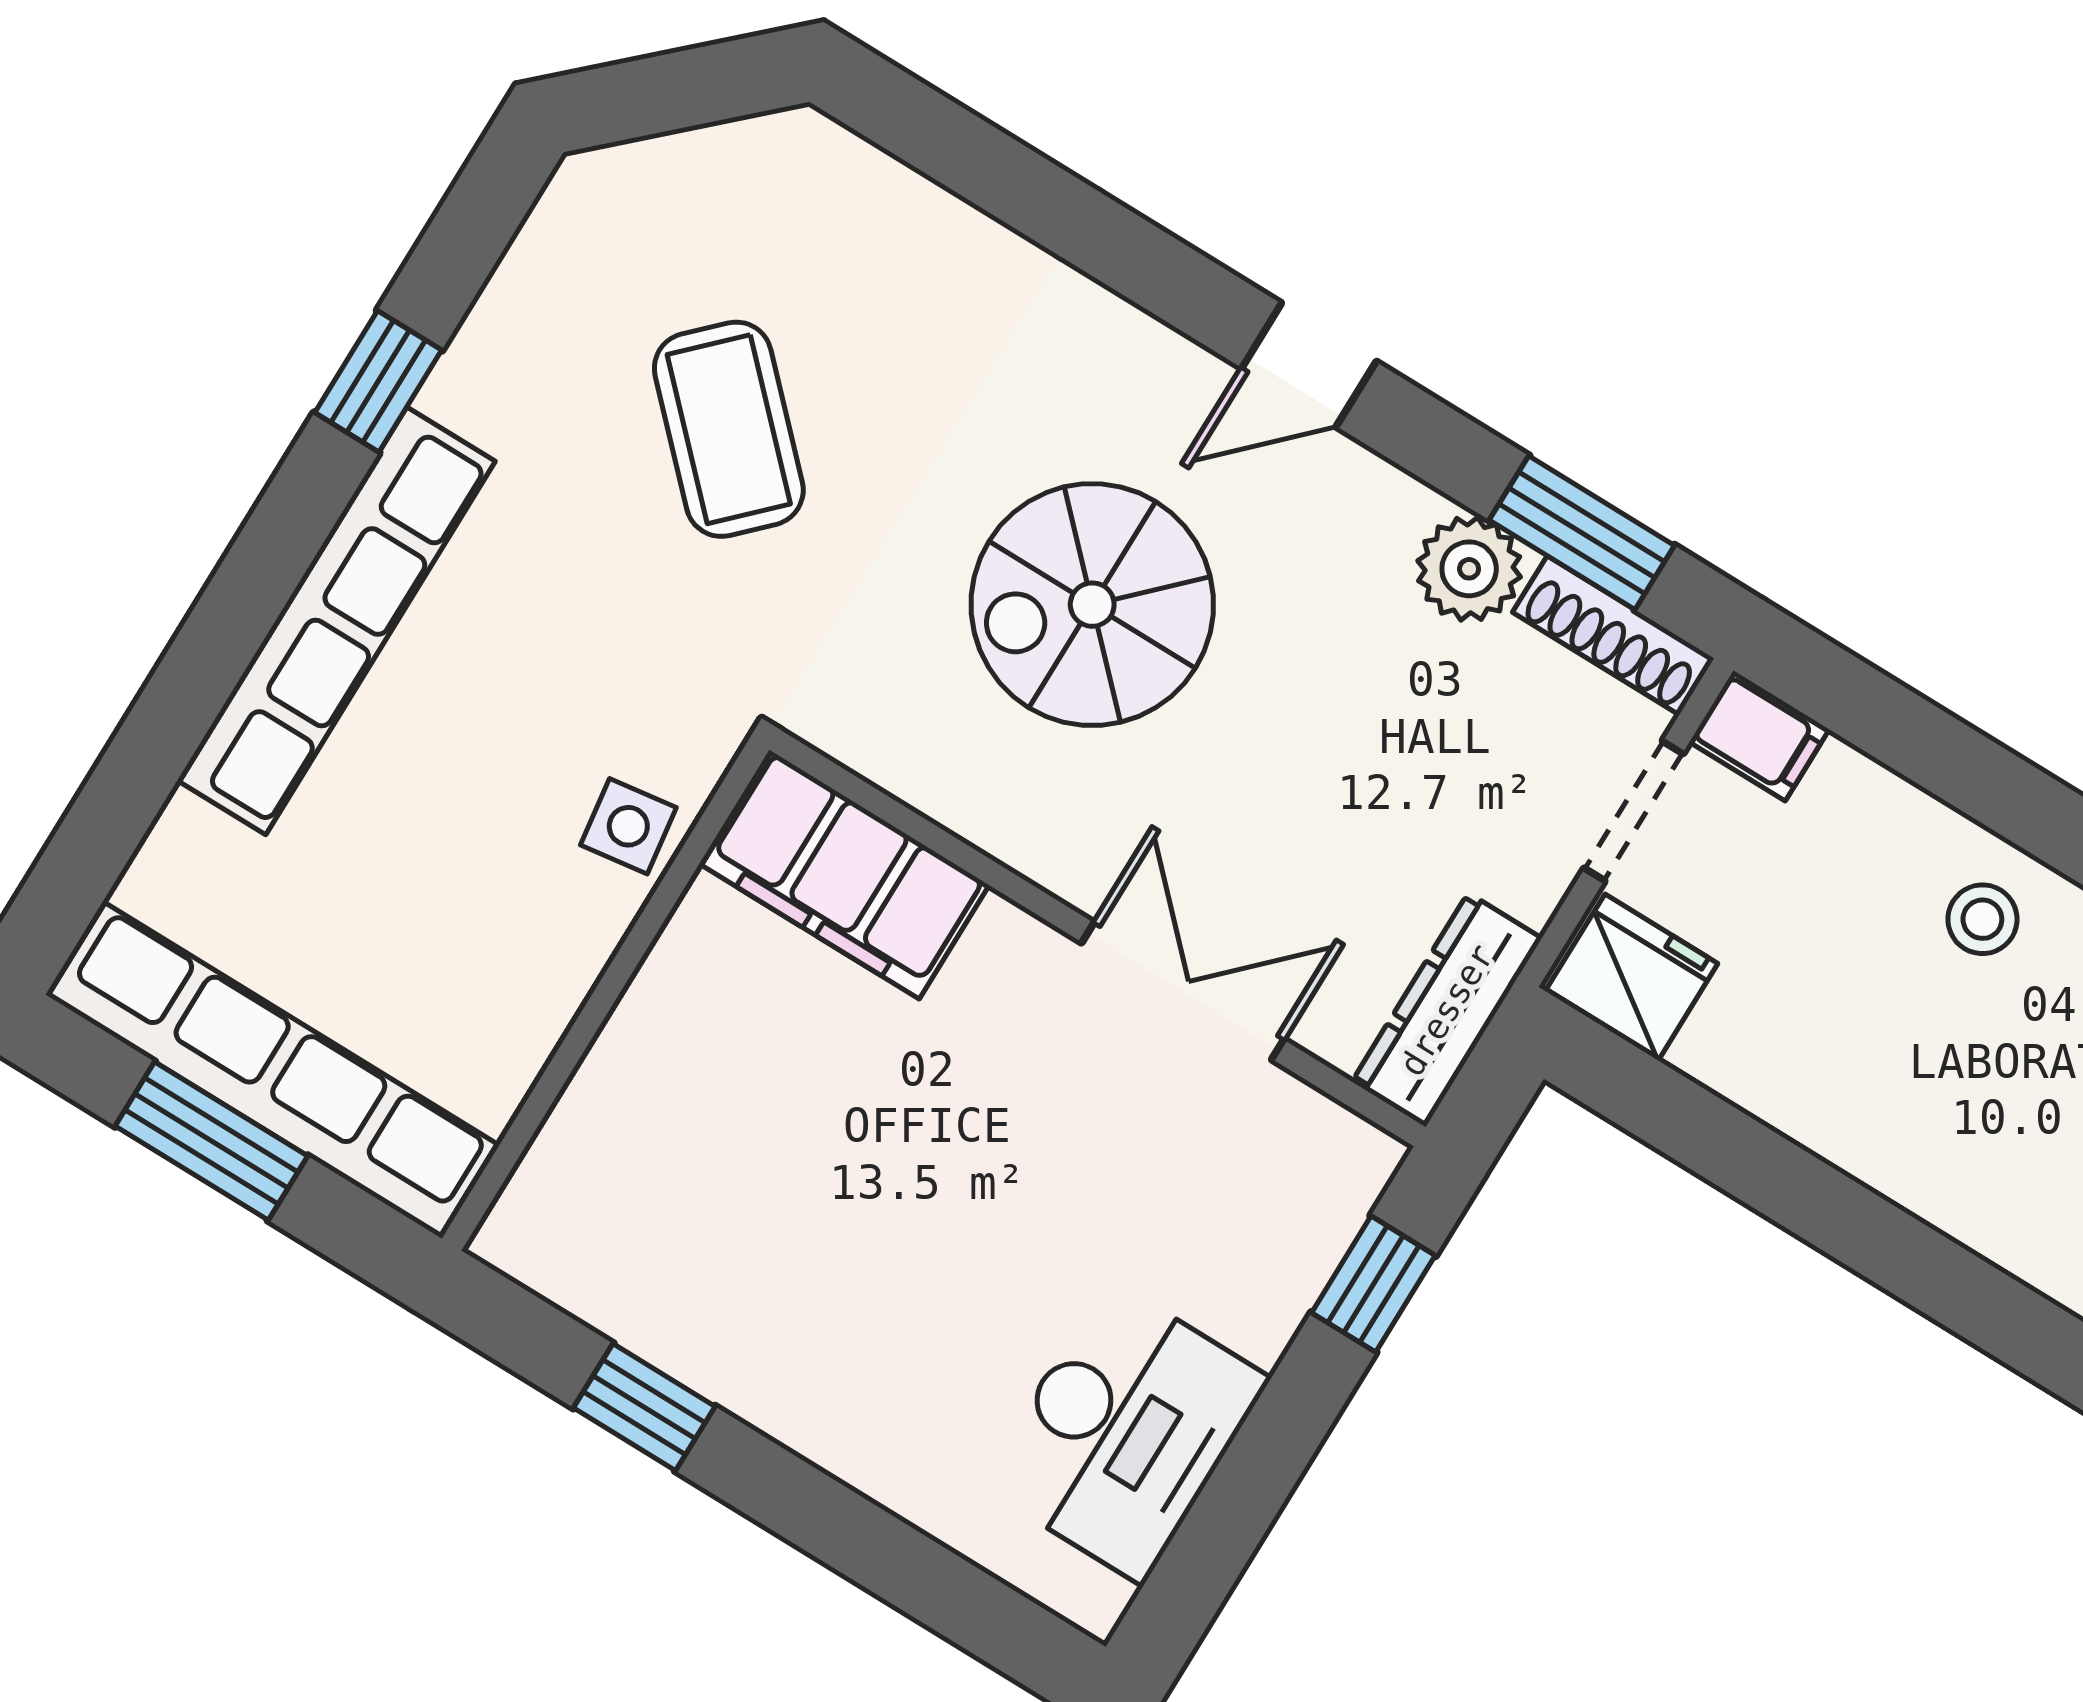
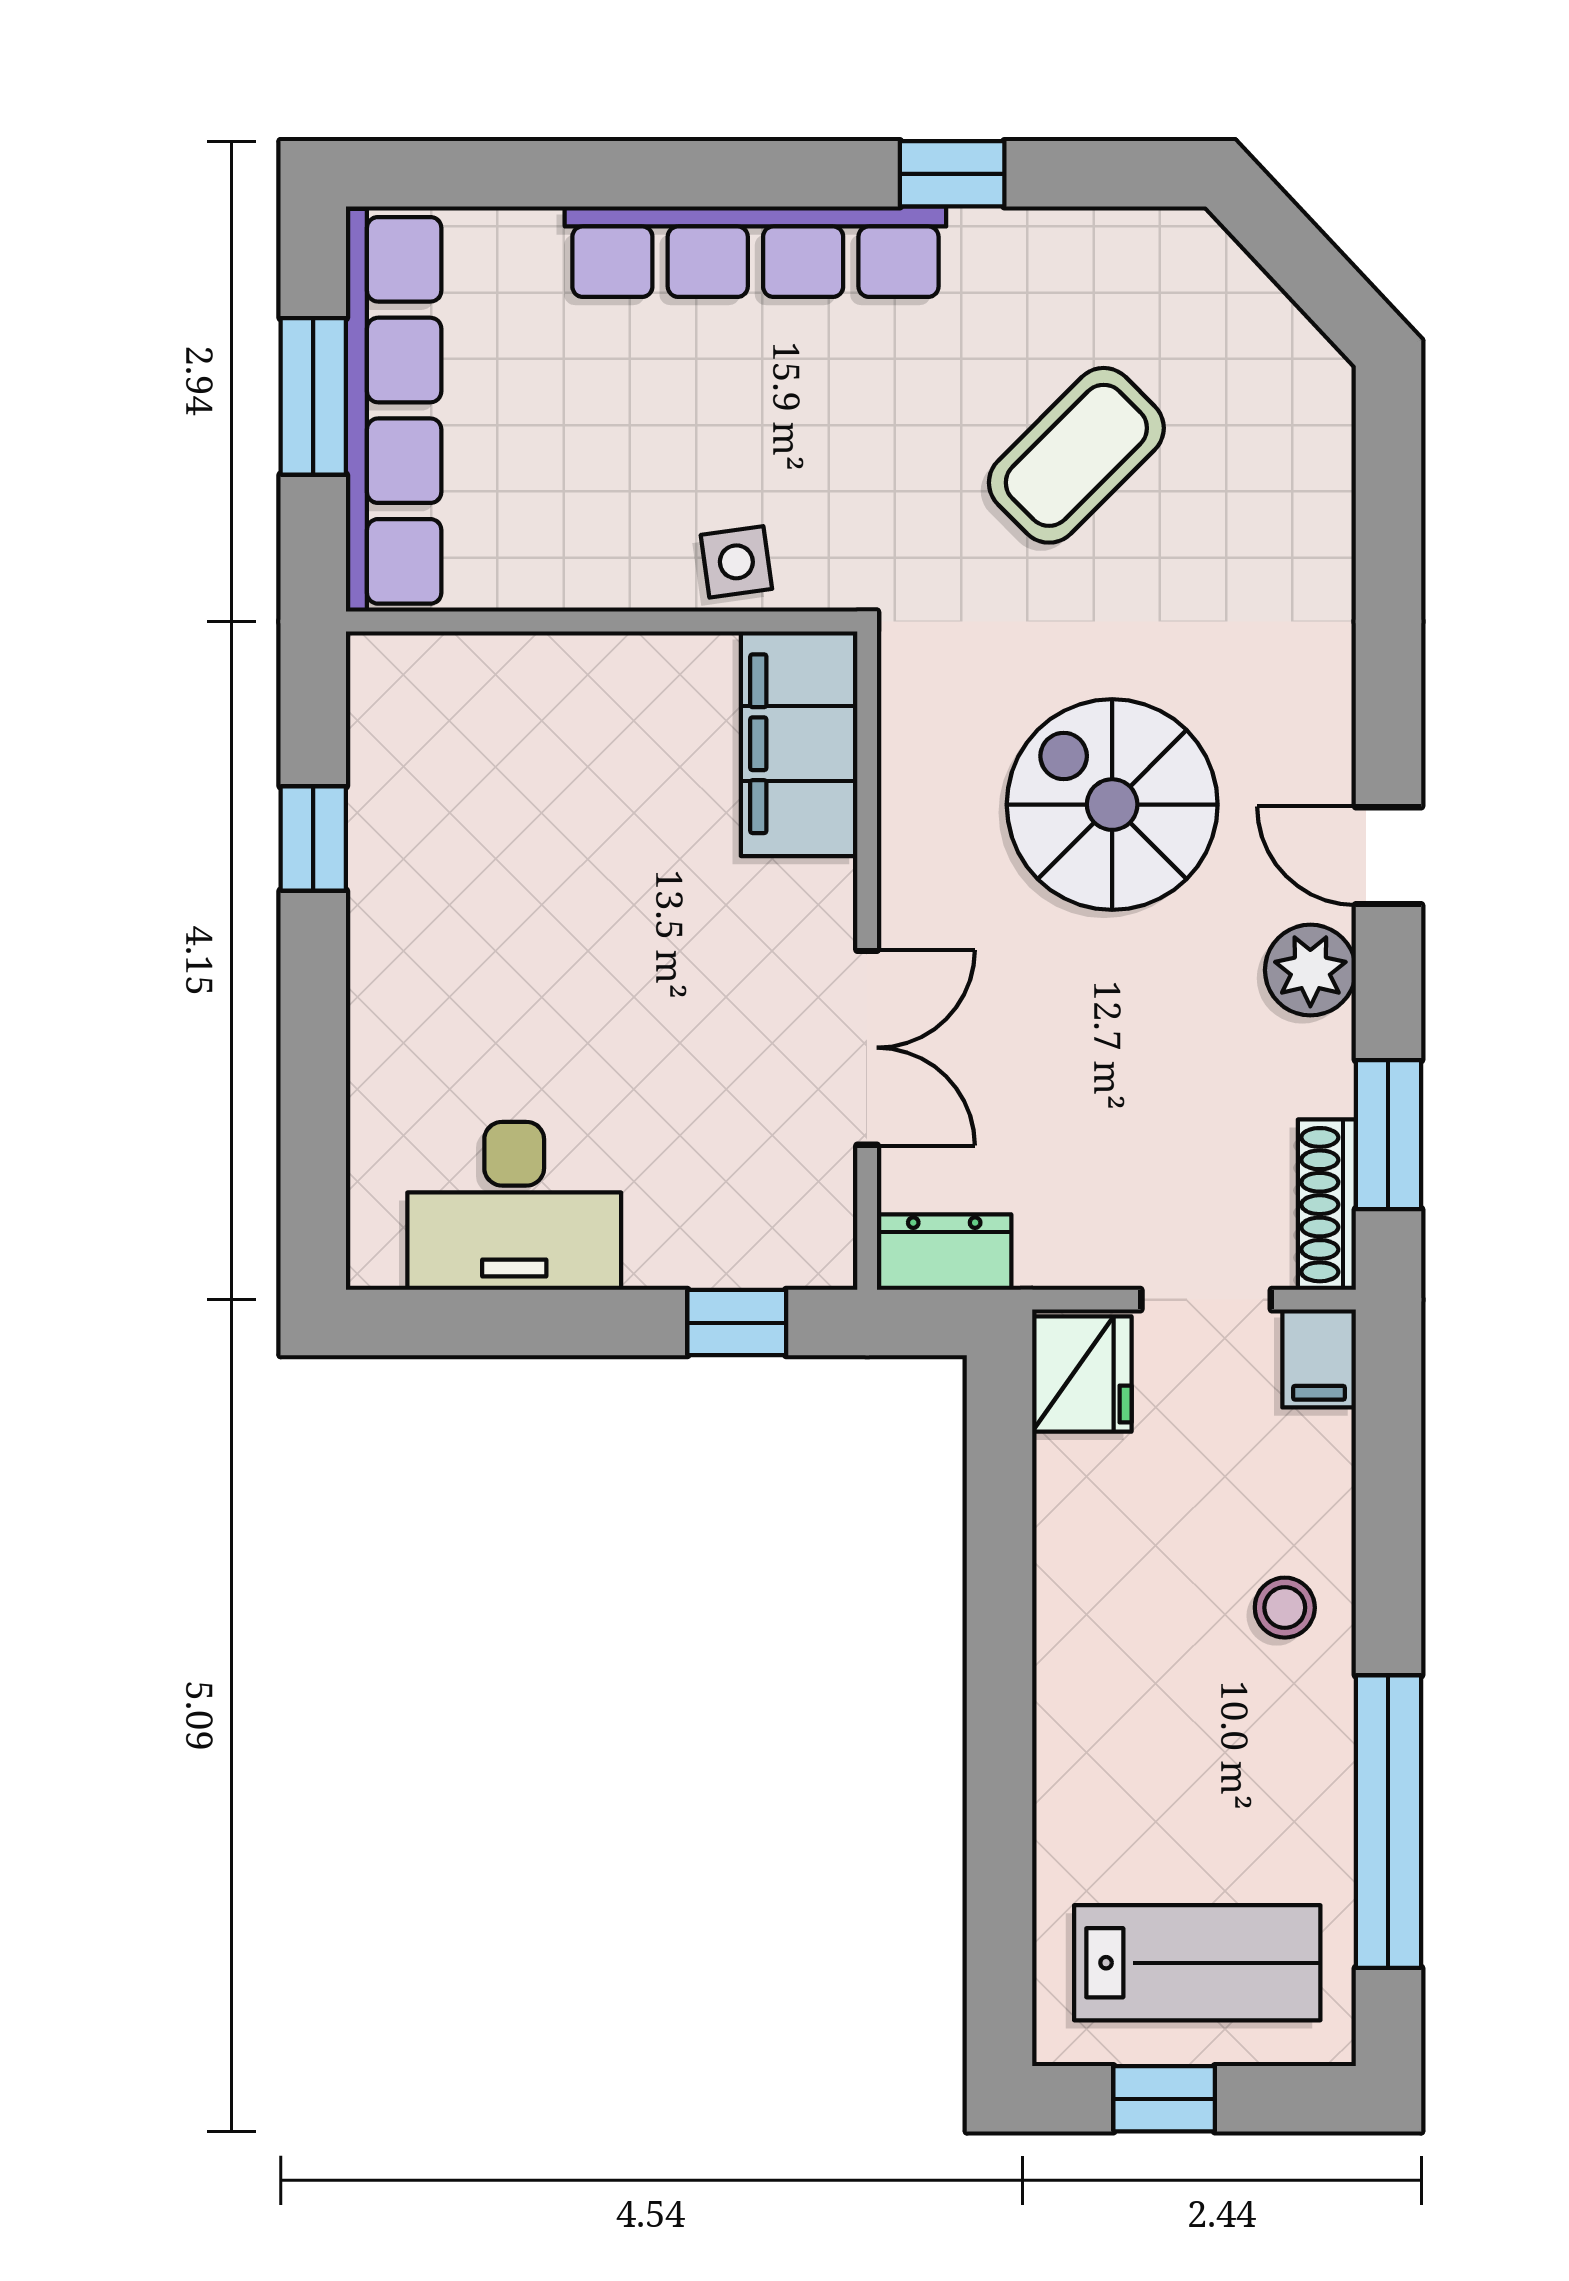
plant: (1469, 569) -> (1310, 970), moved
dresser: (1447, 1010) -> (944, 1252), width x0.70

